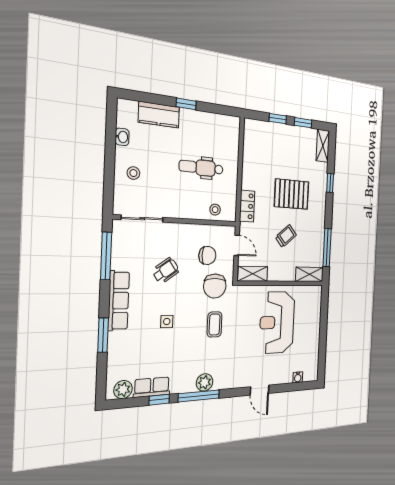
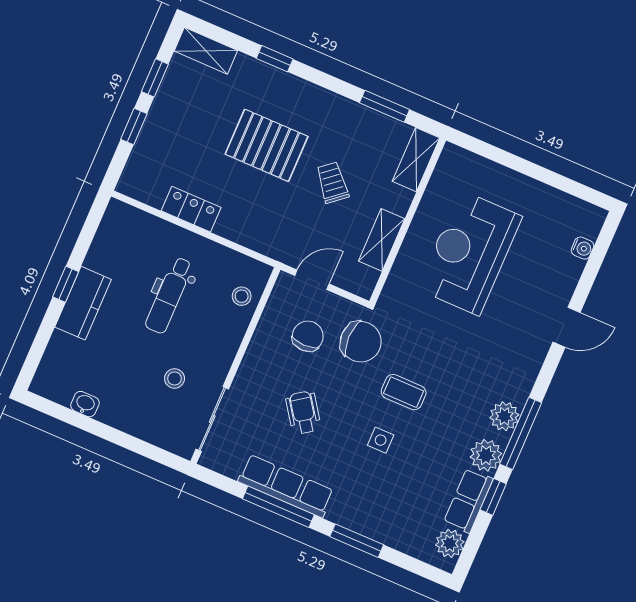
kitchen counter: (159, 115) -> (83, 303), moved
stool: (133, 173) -> (175, 379), moved
pallet: (292, 194) -> (267, 145), turned 90
locker: (247, 206) -> (191, 209), moved
window: (327, 248) -> (384, 106), width x0.69
window: (106, 256) -> (278, 507), moved
shelving: (253, 274) -> (382, 240), moved
row of seats: (119, 301) -> (286, 486), moved
reception desk: (277, 322) -> (470, 253), turned 90
coffee table: (215, 324) -> (404, 392), moved
plant: (180, 384) -> (486, 455), added

